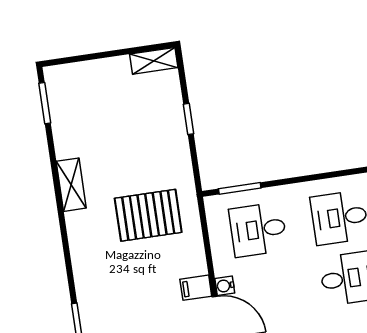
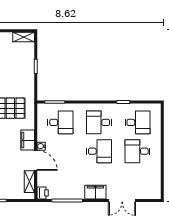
desk: (258, 230) -> (60, 122), turned 180
filing cabinet: (196, 288) -> (28, 140), width x2.00

